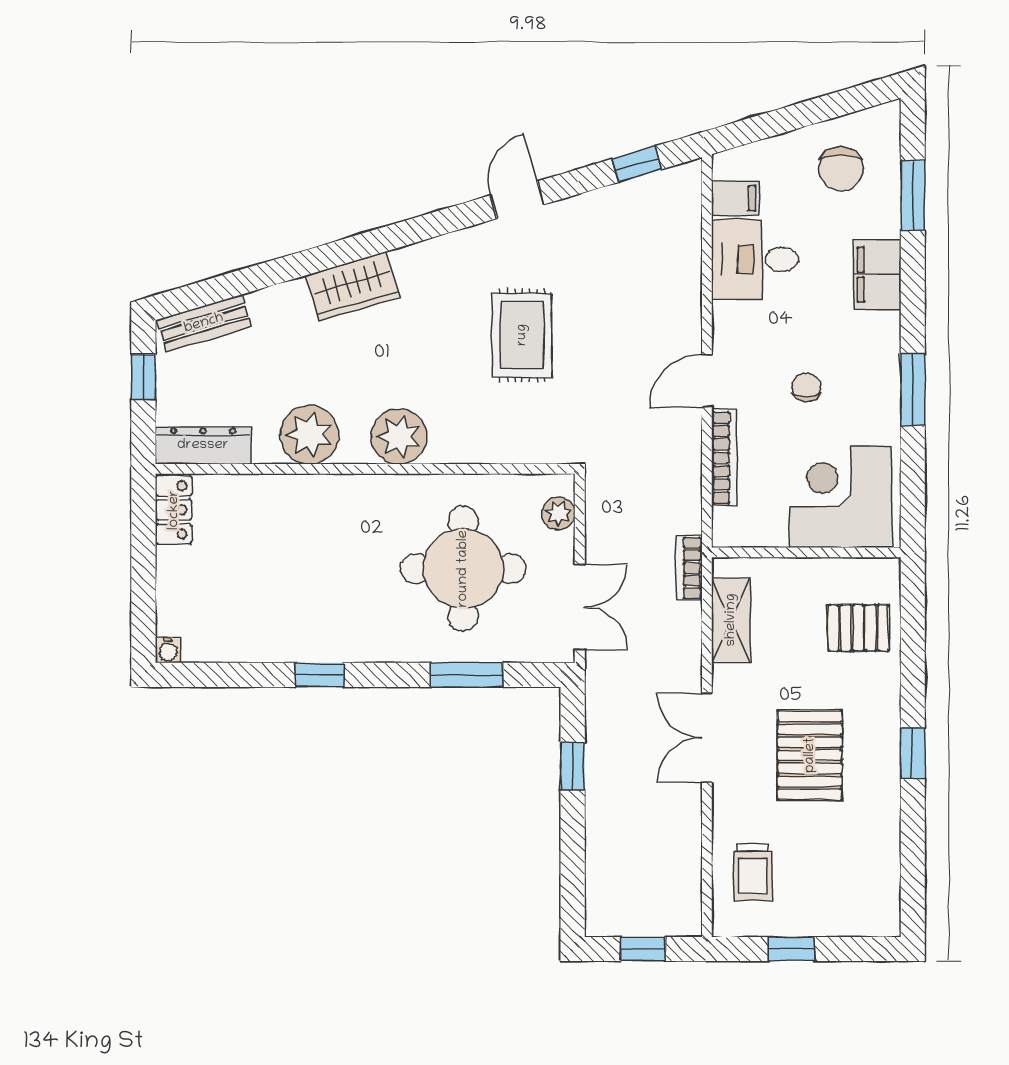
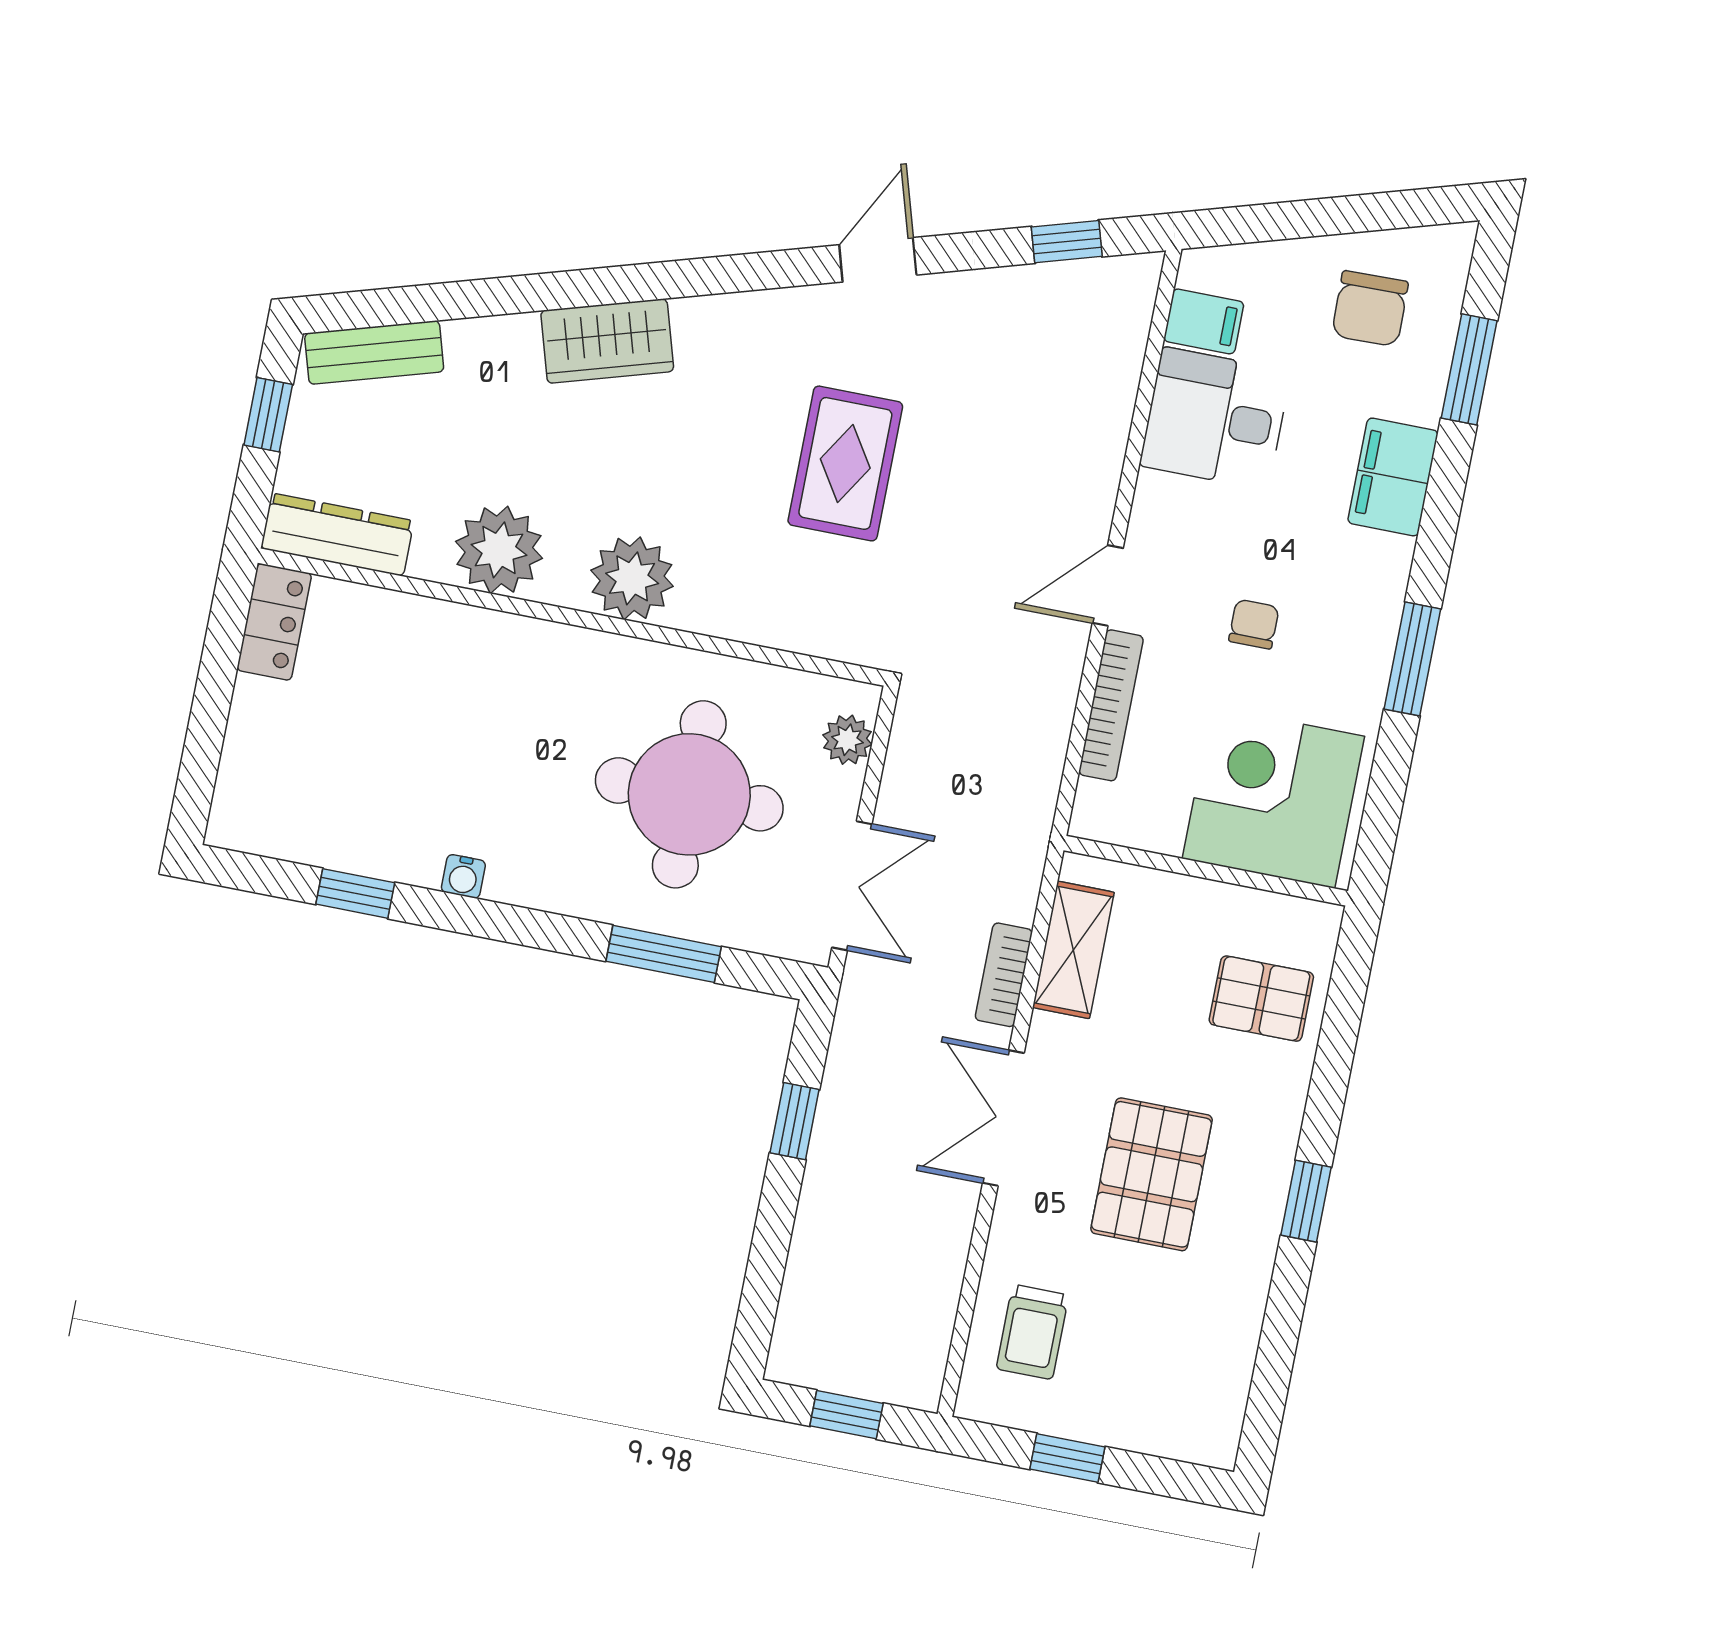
bookcase: (689, 568) -> (1004, 975), moved
water cooler: (168, 650) -> (463, 876), moved
window: (320, 675) -> (355, 893), moved

